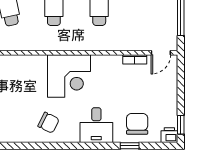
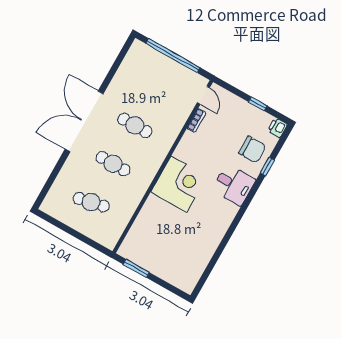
chair: (49, 123) -> (209, 224), removed
chair: (137, 124) -> (252, 150), turned 180
window: (181, 125) -> (258, 104), moved

